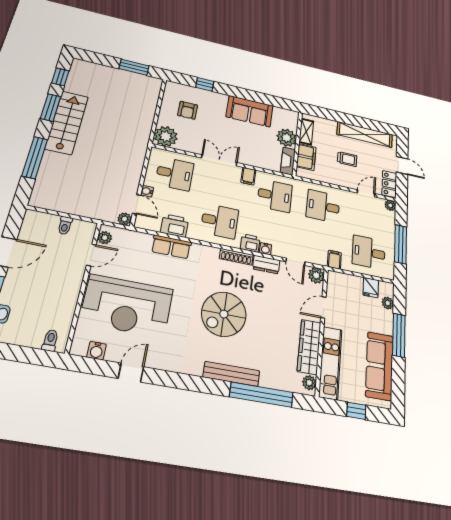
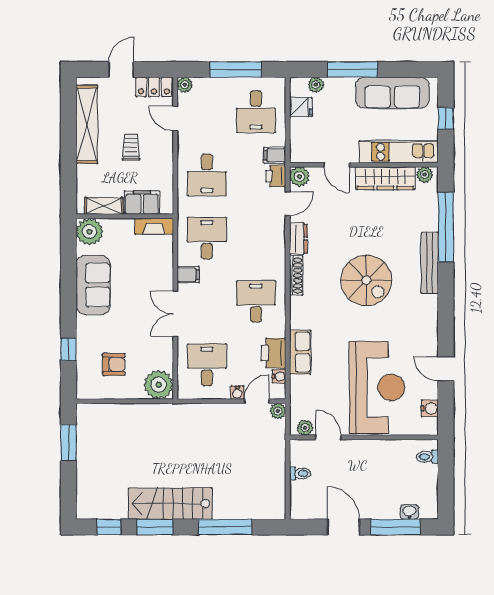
plant: (287, 138) -> (89, 232), moved
printer: (250, 243) -> (276, 176), moved
water cooler: (266, 249) -> (279, 376), moved

